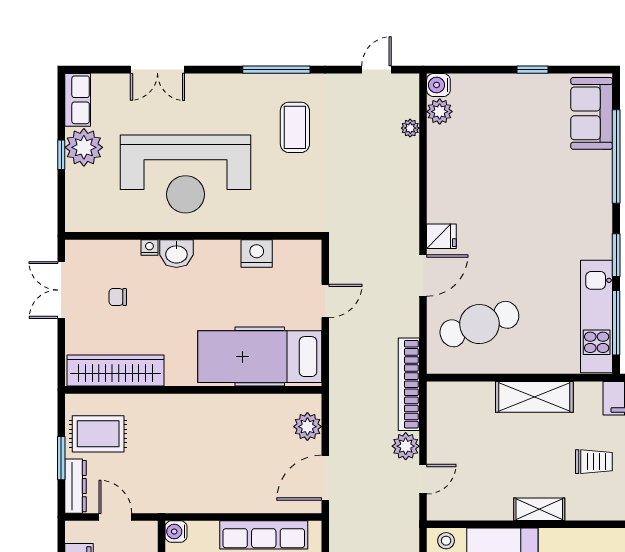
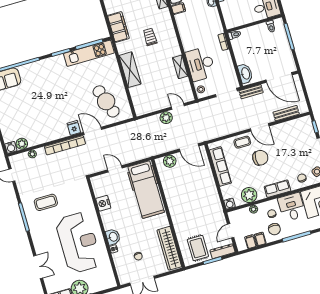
bookcase: (409, 384) -> (65, 145), moved
shelving: (539, 509) -> (180, 67), moved

